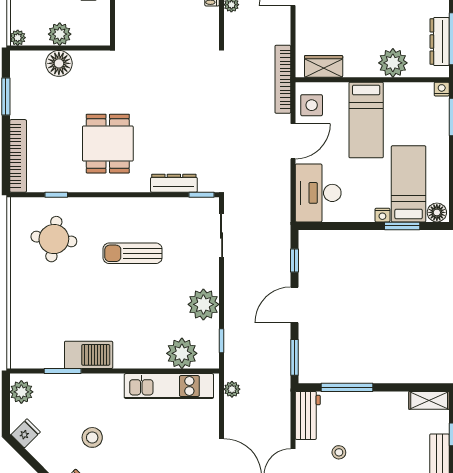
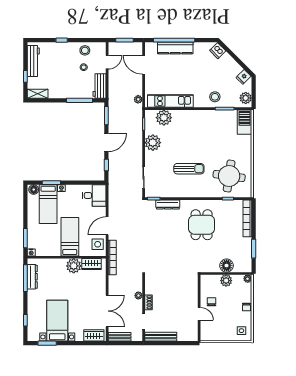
plant: (393, 63) -> (74, 266), moved
desk: (318, 193) -> (94, 195), width x0.73
round table: (54, 239) -> (229, 176), width x1.36, depth x1.36
barbecue: (89, 355) -> (245, 122), moved, turned 90
stool: (92, 437) -> (215, 97), moved

